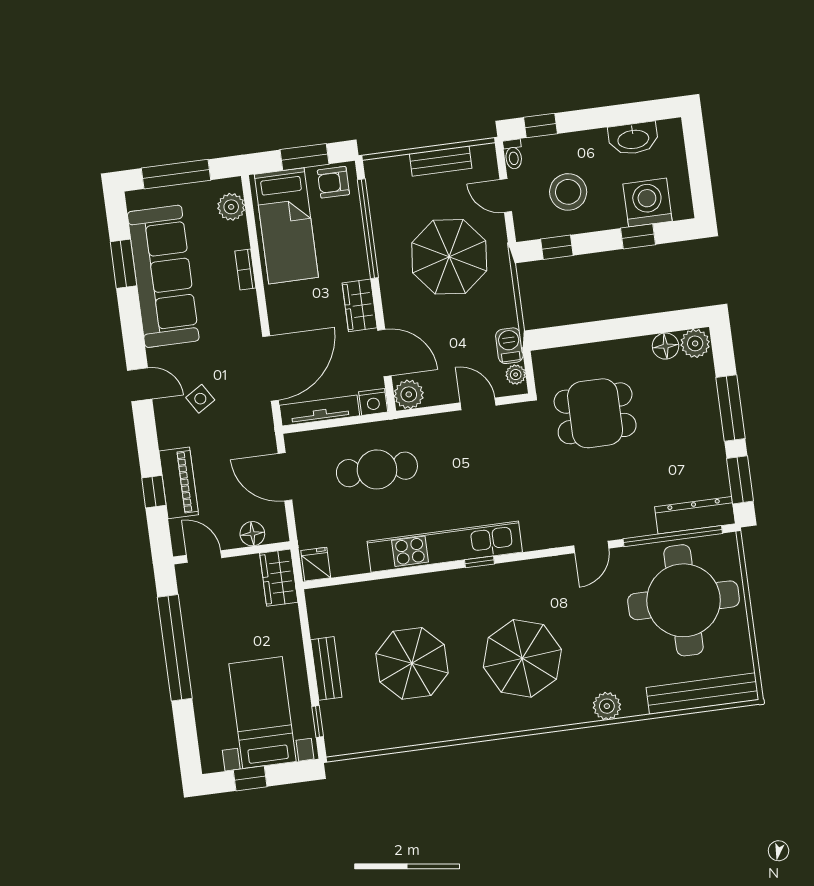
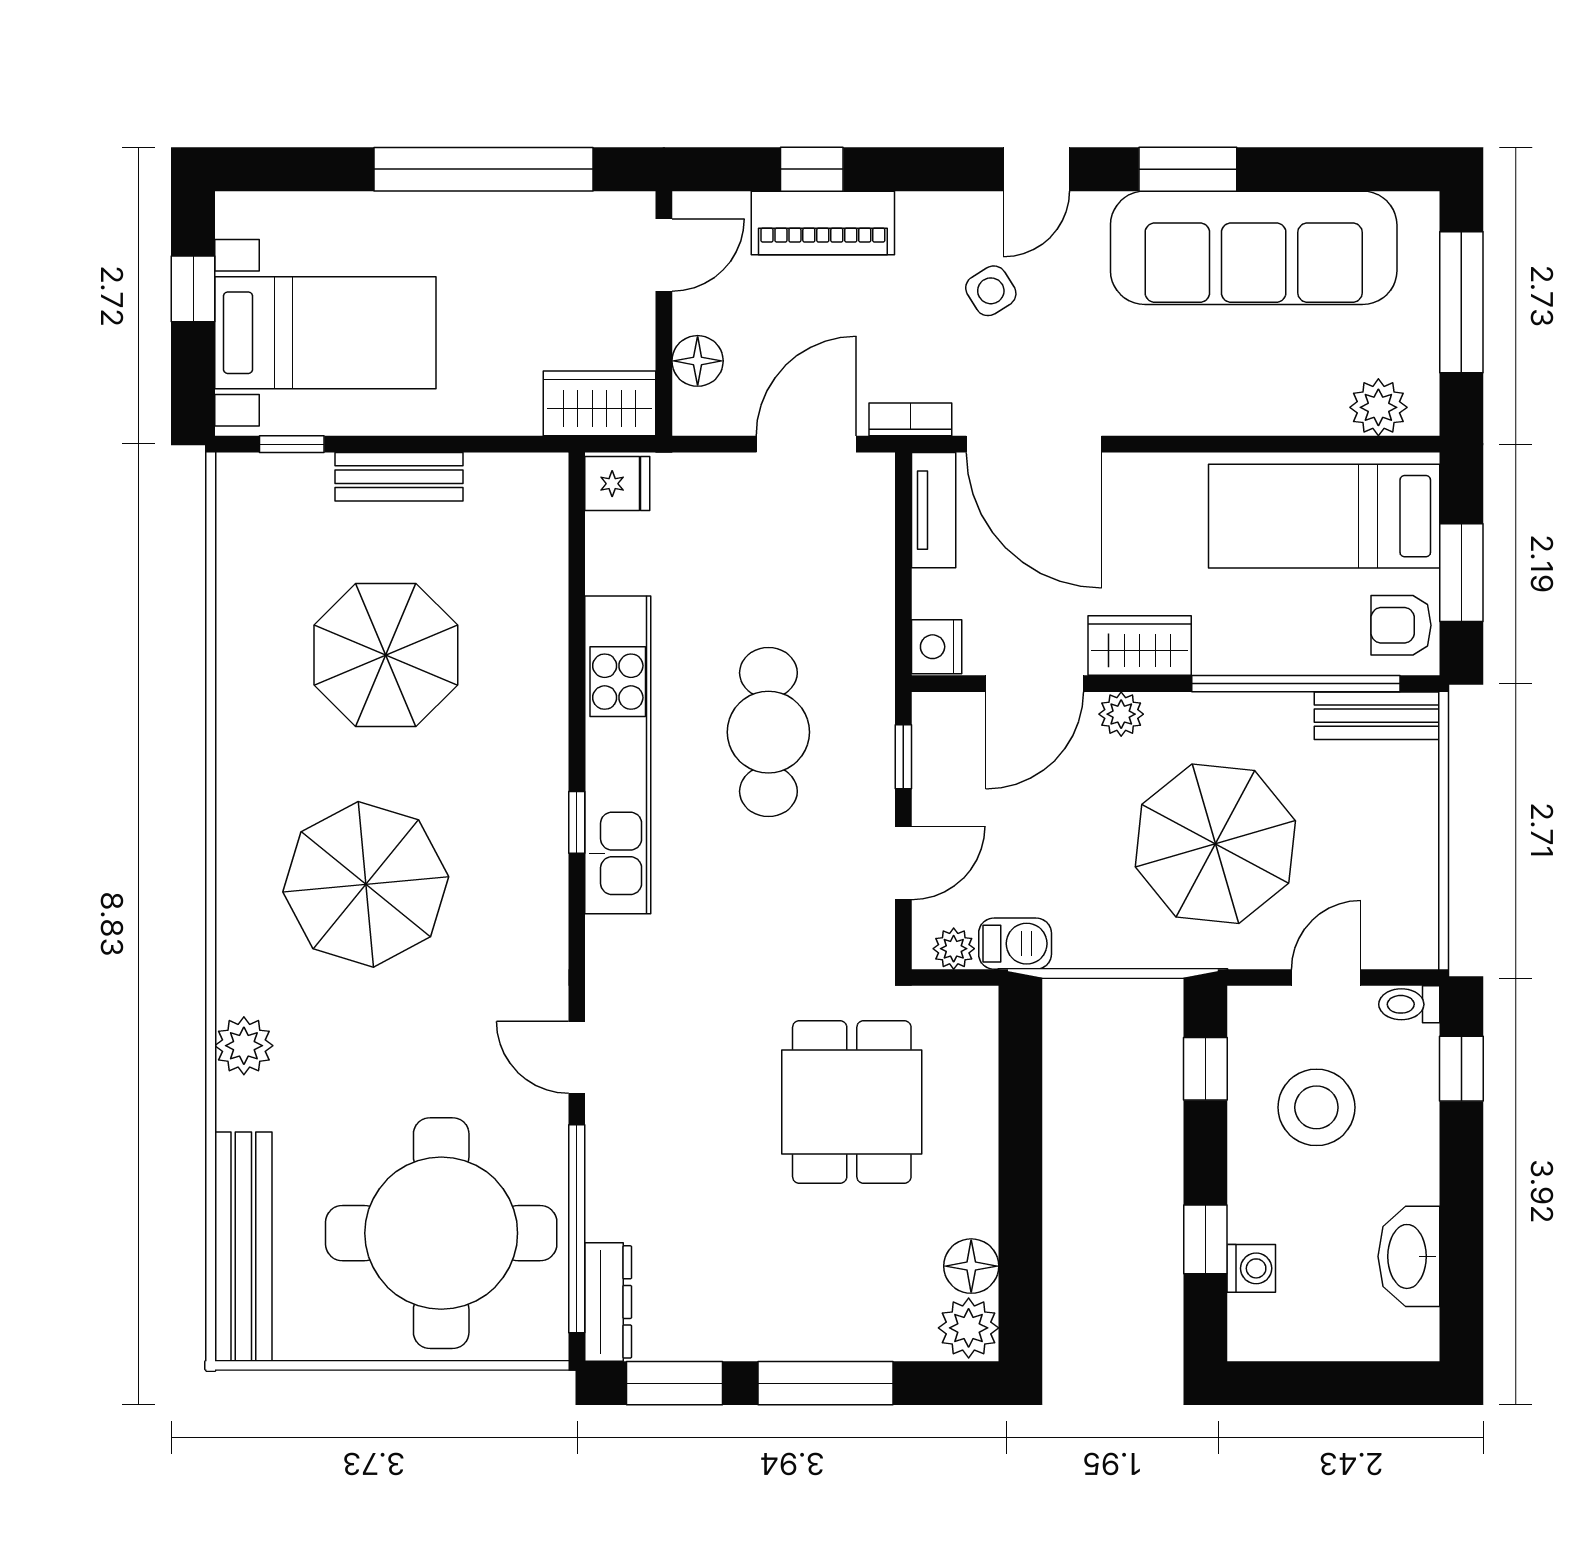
bench: (441, 161) -> (1377, 716), moved, turned 90
armchair: (333, 182) -> (1401, 625), turned -90
washing machine: (648, 203) -> (1251, 1268), width x0.53, depth x0.53
window: (123, 264) -> (1188, 169), moved
bookcase: (245, 269) -> (910, 419), moved
plant: (409, 394) -> (1121, 714), moved, width x0.73, depth x0.73
tv unit: (320, 410) -> (934, 510), width x0.71
window: (428, 411) -> (903, 757), added
cafe table: (377, 469) -> (768, 732), moved
dresser: (695, 515) -> (608, 1302), width x0.73, depth x0.80

